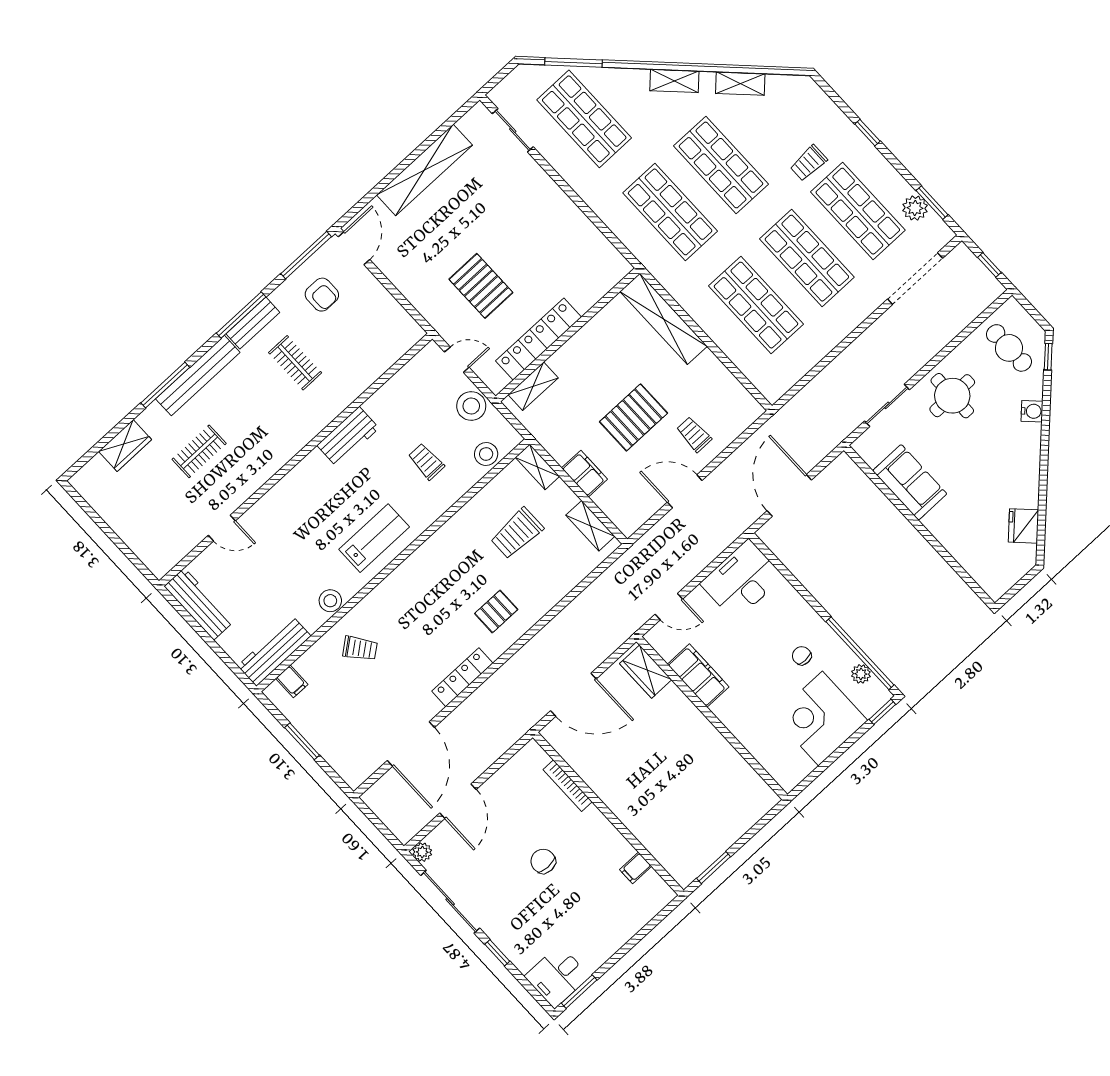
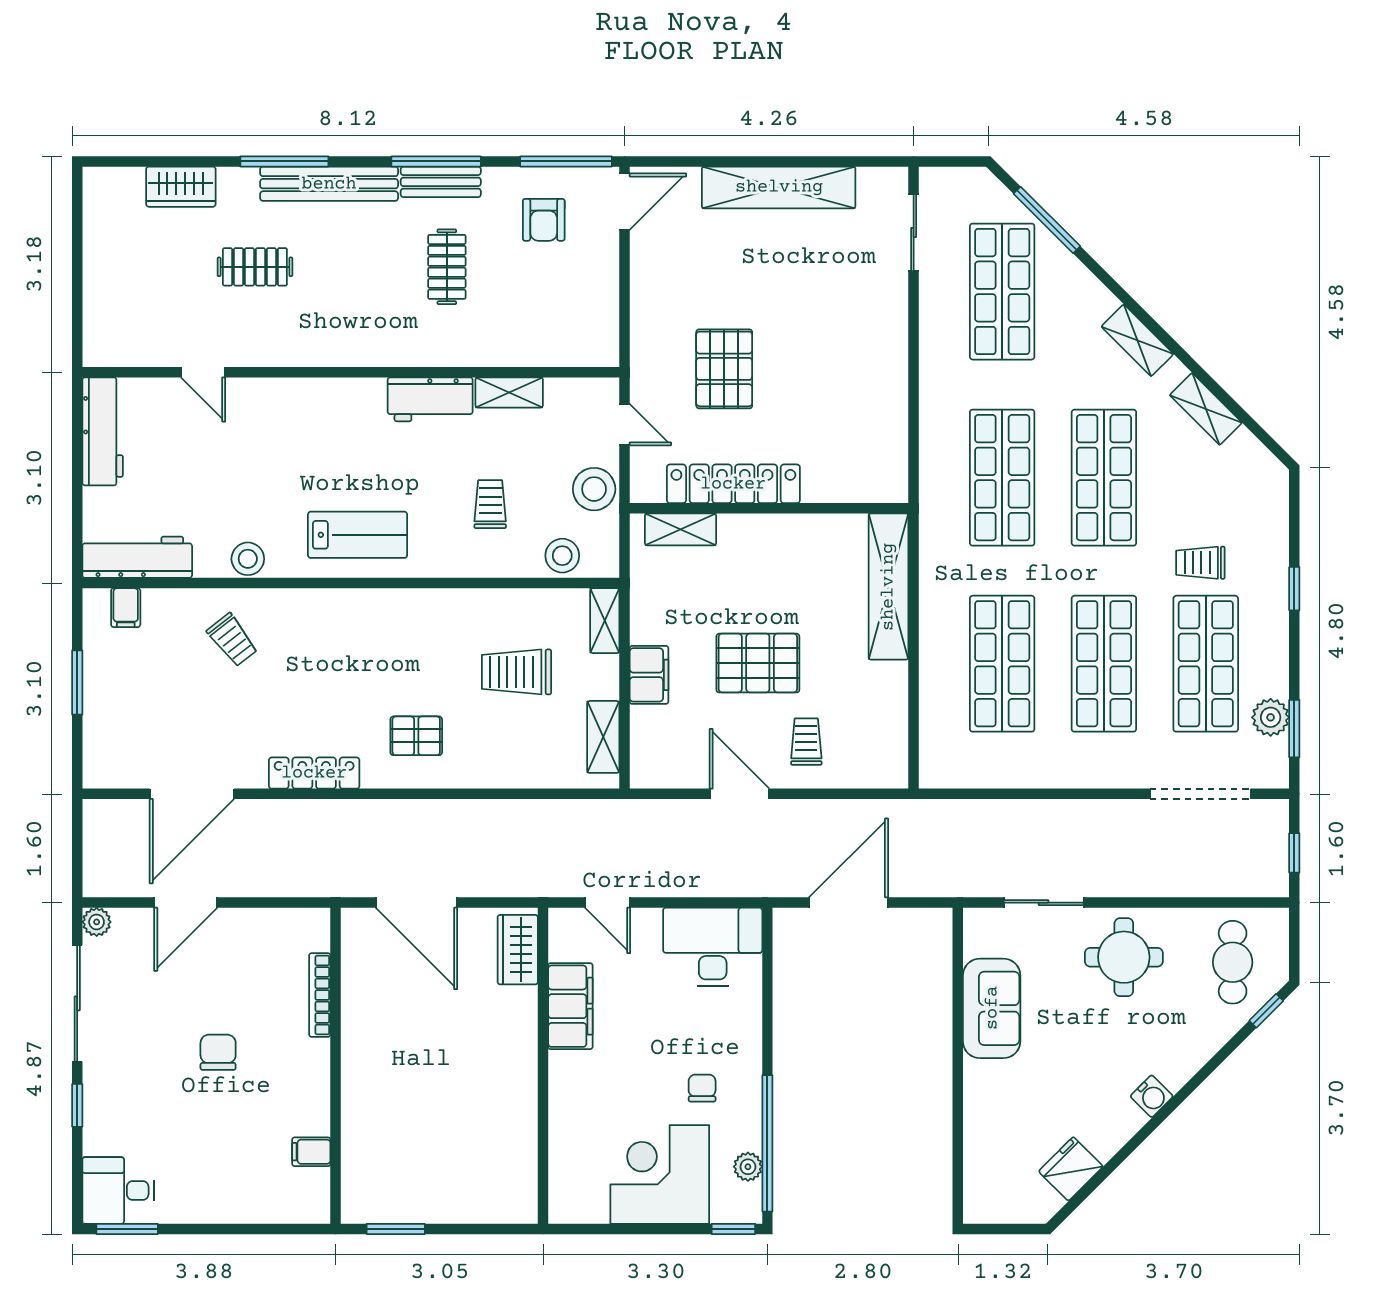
shelving: (384, 397) -> (509, 393), added
water cooler: (1032, 411) -> (1152, 1096), moved

